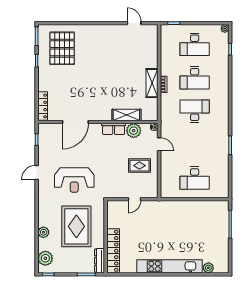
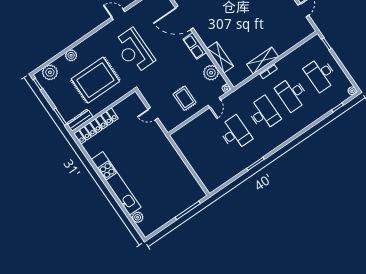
row of seats: (114, 129) -> (195, 46), moved
desk: (195, 178) -> (235, 133), moved, turned 180

